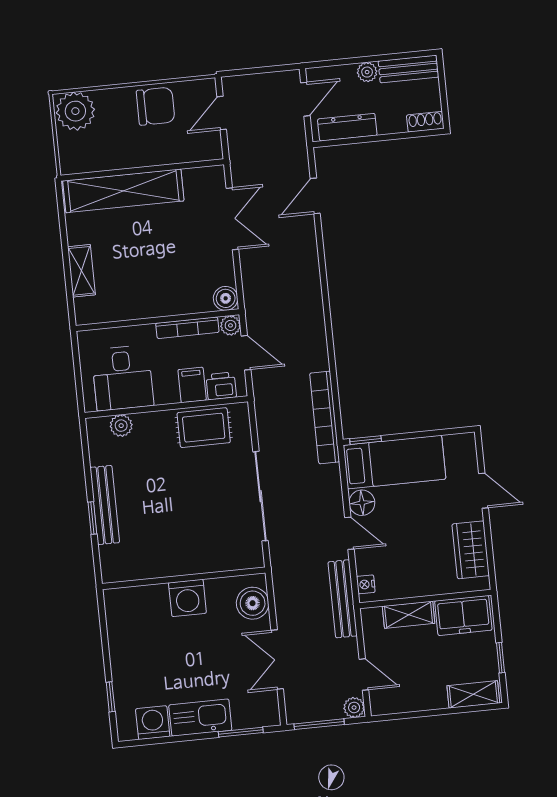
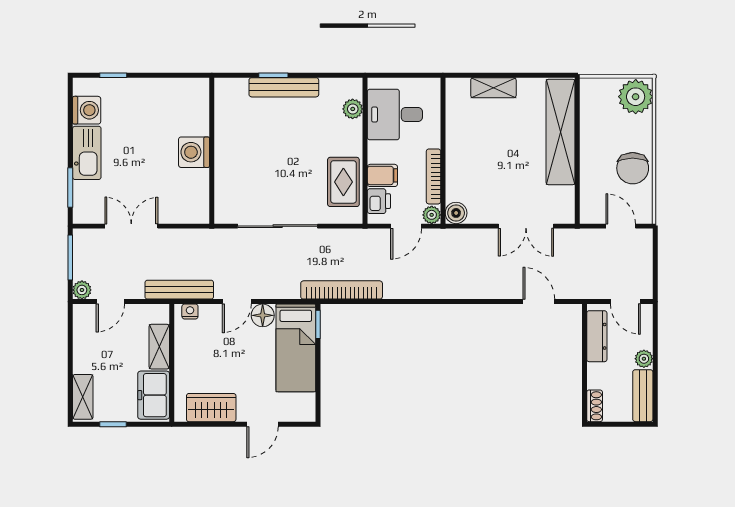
boiler: (253, 603) -> (183, 209), removed

